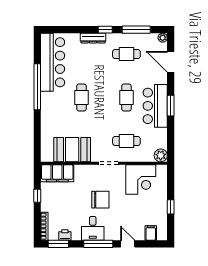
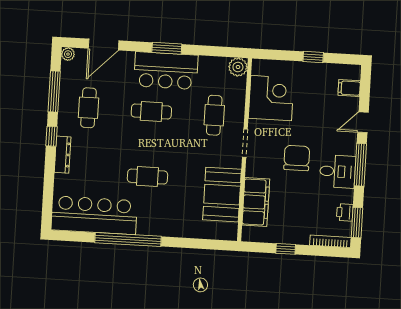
filing cabinet: (57, 173) -> (256, 202), moved

